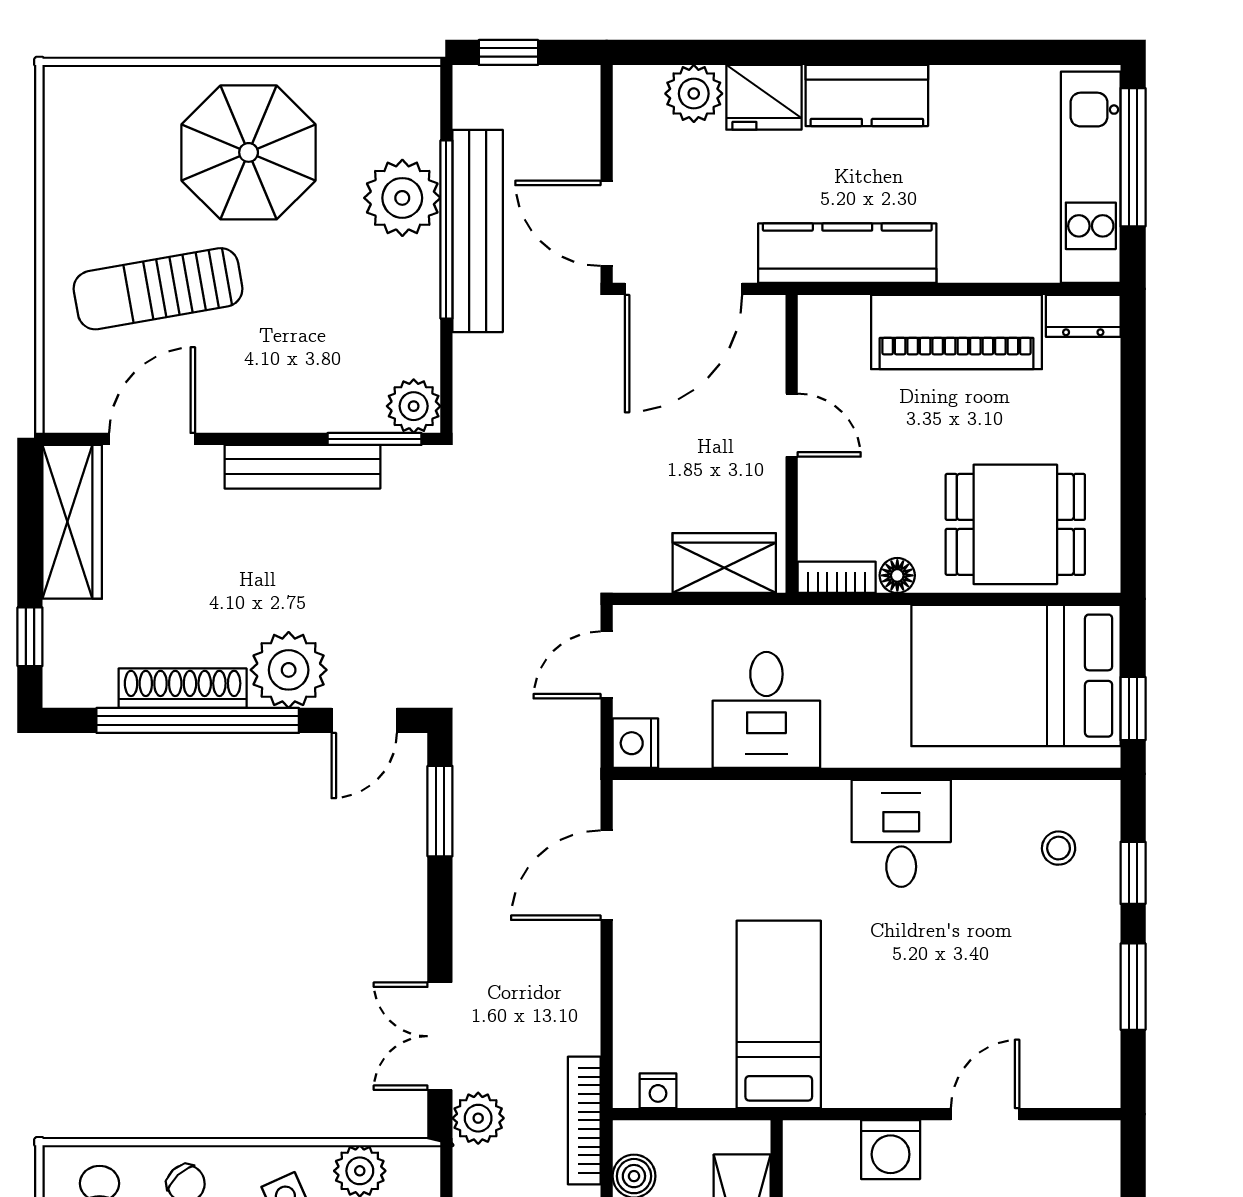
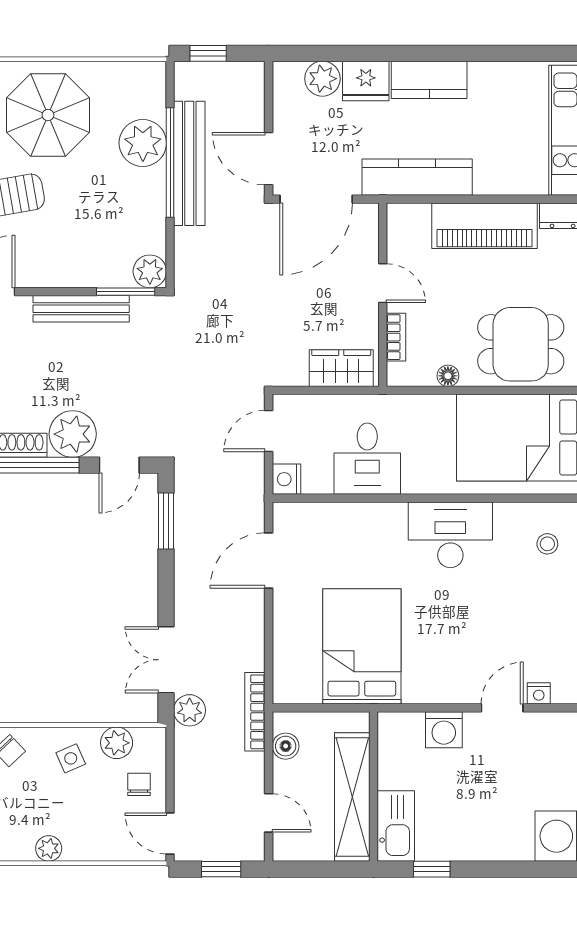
bookcase: (837, 577) -> (396, 337), moved, turned 90
desk: (901, 833) -> (450, 535), width x1.37
bed: (779, 1014) -> (362, 646), width x1.50
nightstand: (658, 1091) -> (539, 693), moved

